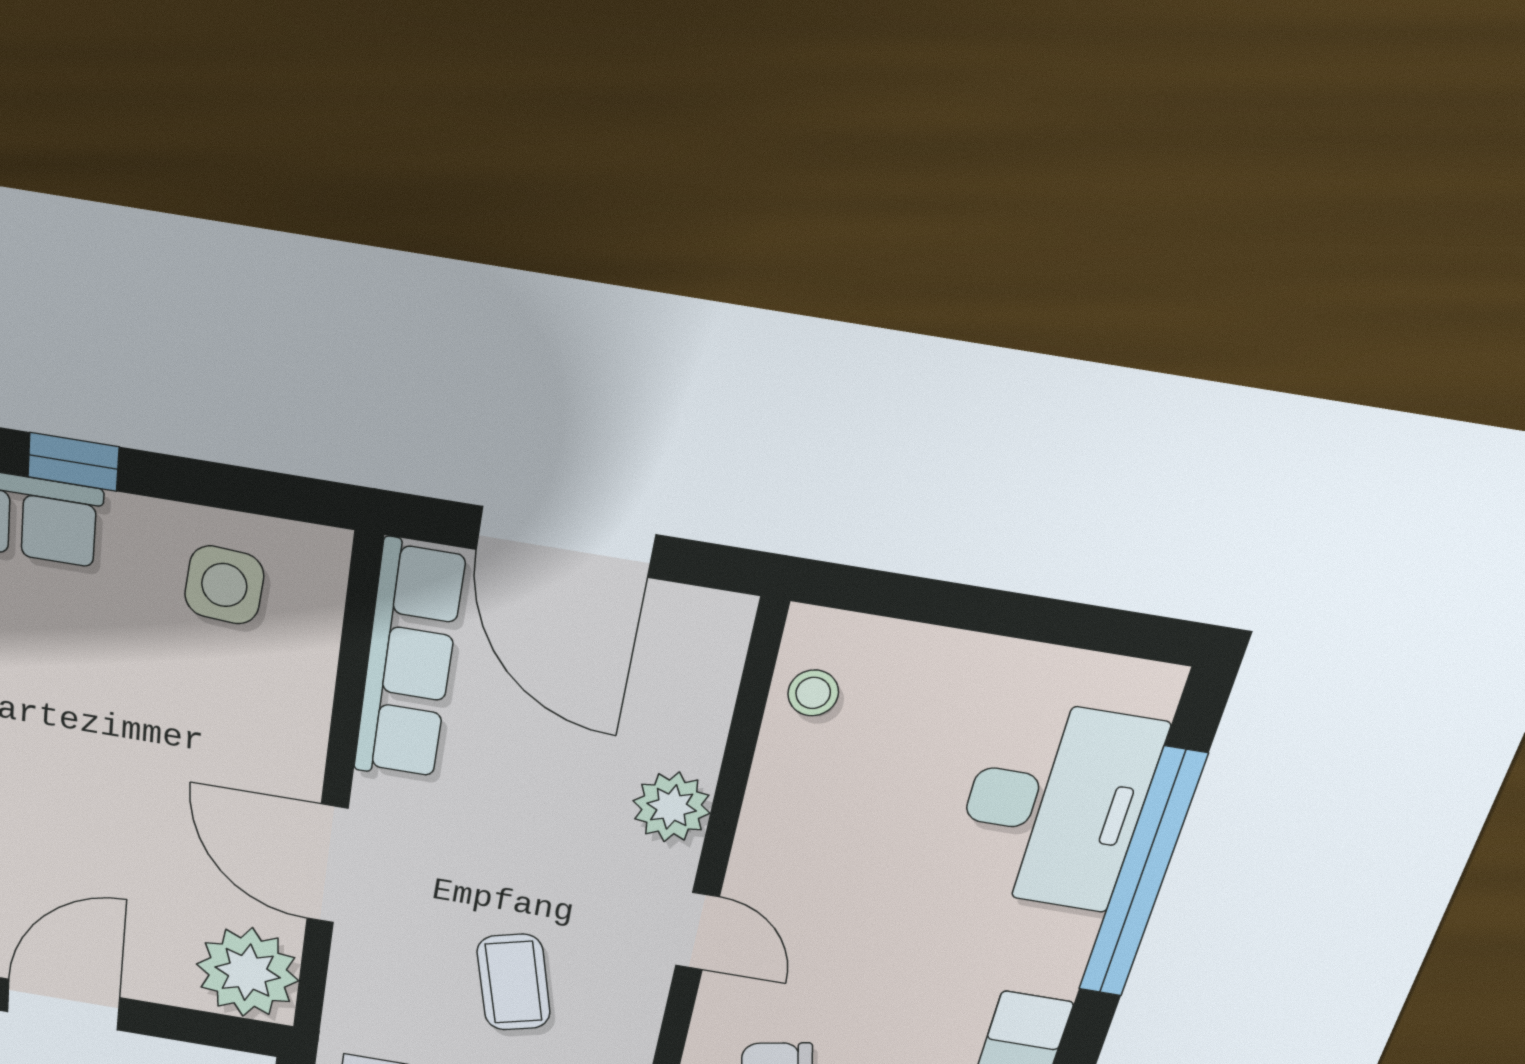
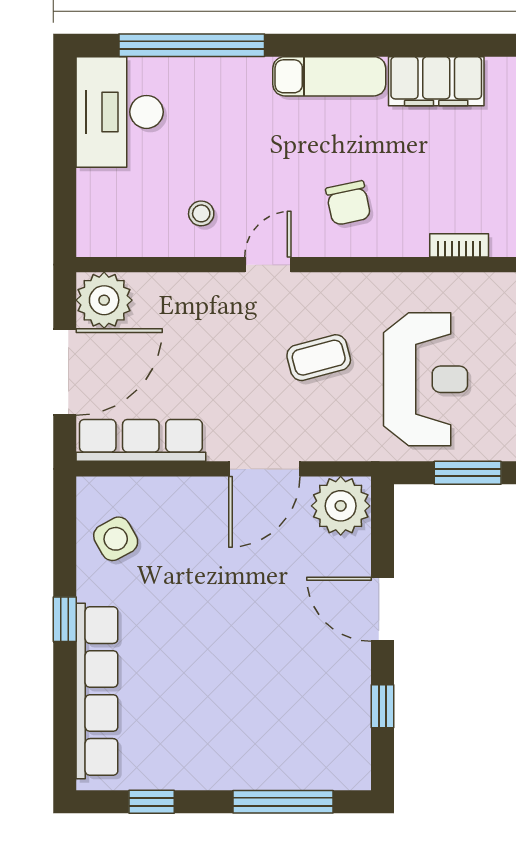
side table: (224, 585) -> (116, 539), turned -33
stool: (813, 693) -> (201, 213), moved
desk: (1054, 806) -> (120, 112), moved, turned -90
plant: (672, 807) -> (104, 300), moved, width x1.36, depth x1.36

